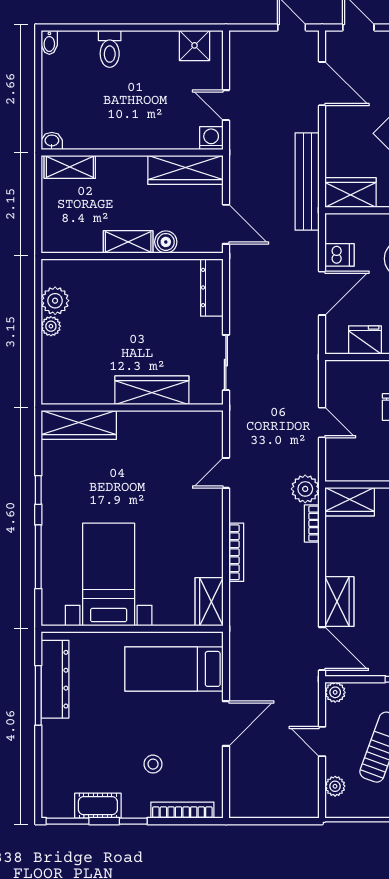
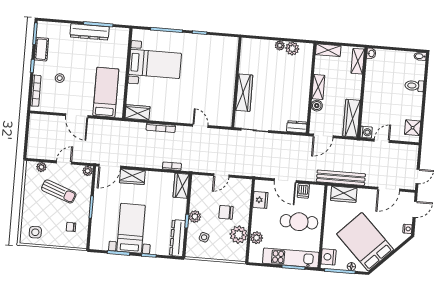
wardrobe: (351, 193) -> (344, 194), moved, turned 90
shelving: (52, 228) -> (328, 50), added
dresser: (212, 287) -> (297, 127), width x0.70
wardrobe: (79, 425) -> (230, 55), removed
plant: (305, 489) -> (189, 164), removed
dresser: (55, 679) -> (90, 32), moved

